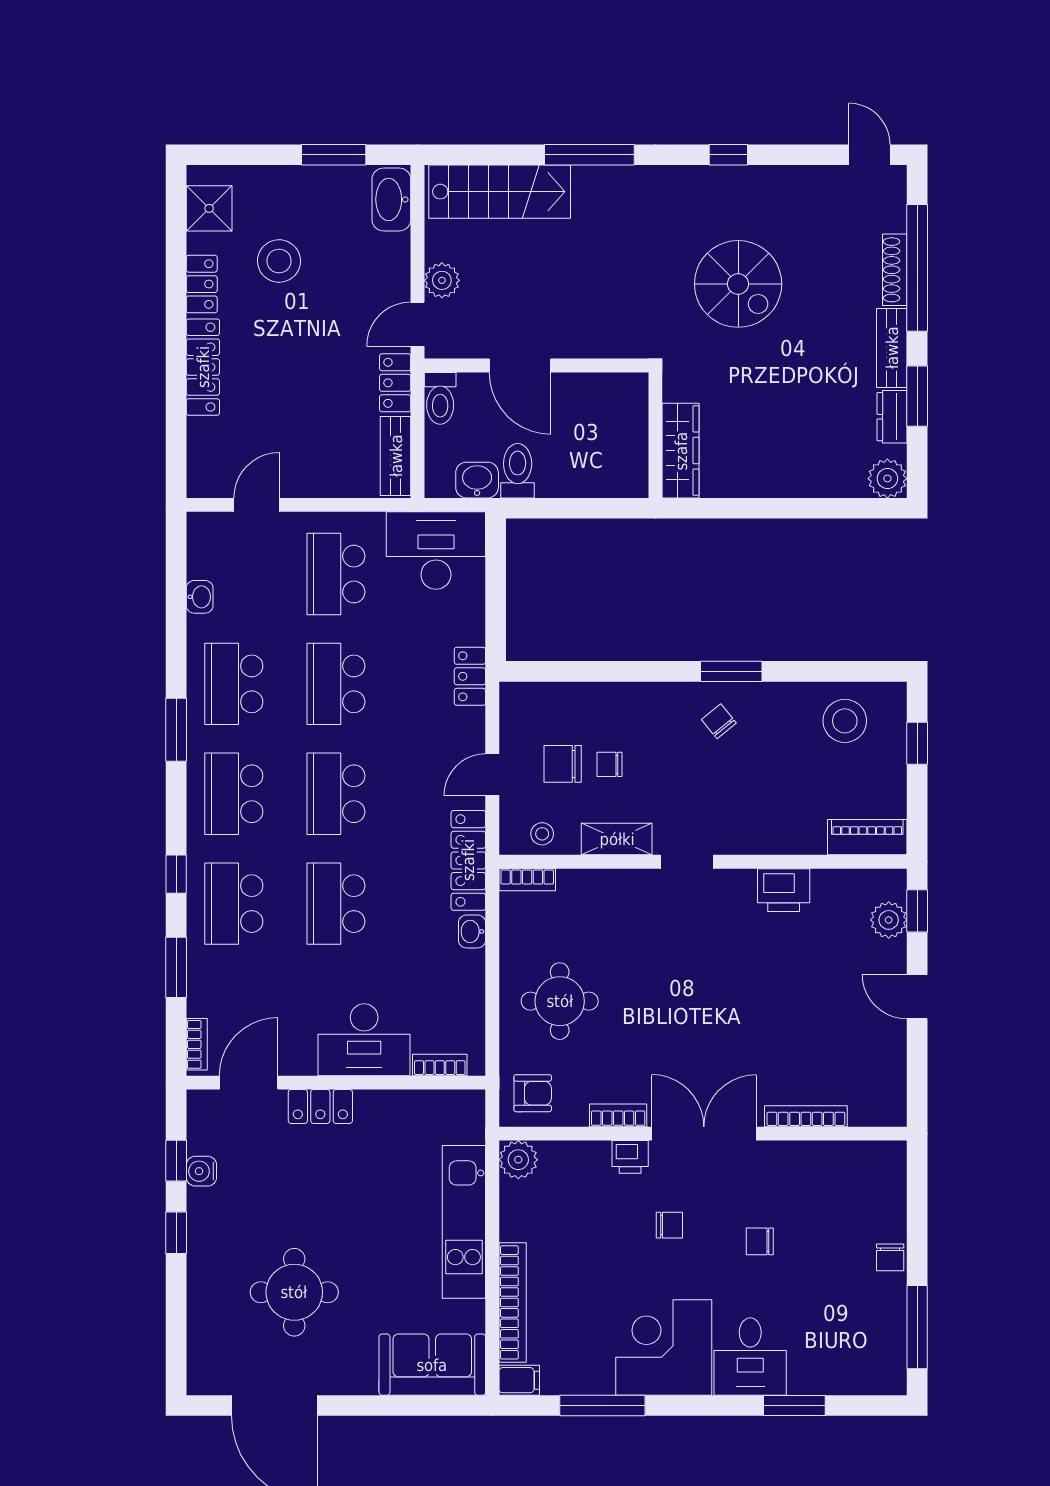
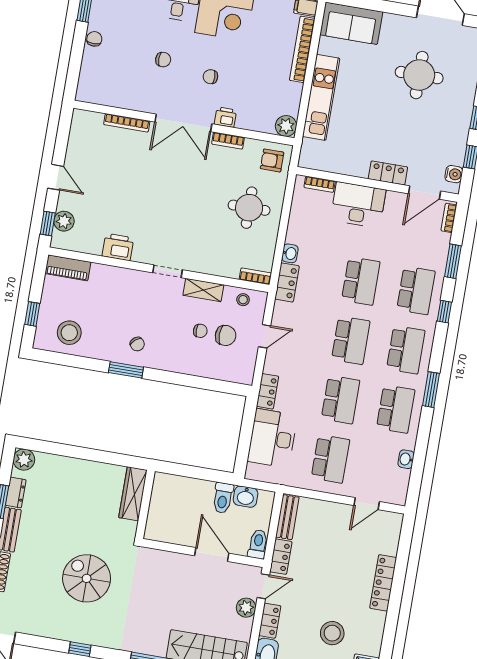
locker: (202, 284) -> (270, 621), moved, turned 180
desk: (436, 551) -> (272, 438), moved, turned 90
locker: (468, 860) -> (287, 282), width x0.66
water cooler: (201, 1171) -> (454, 174), moved

